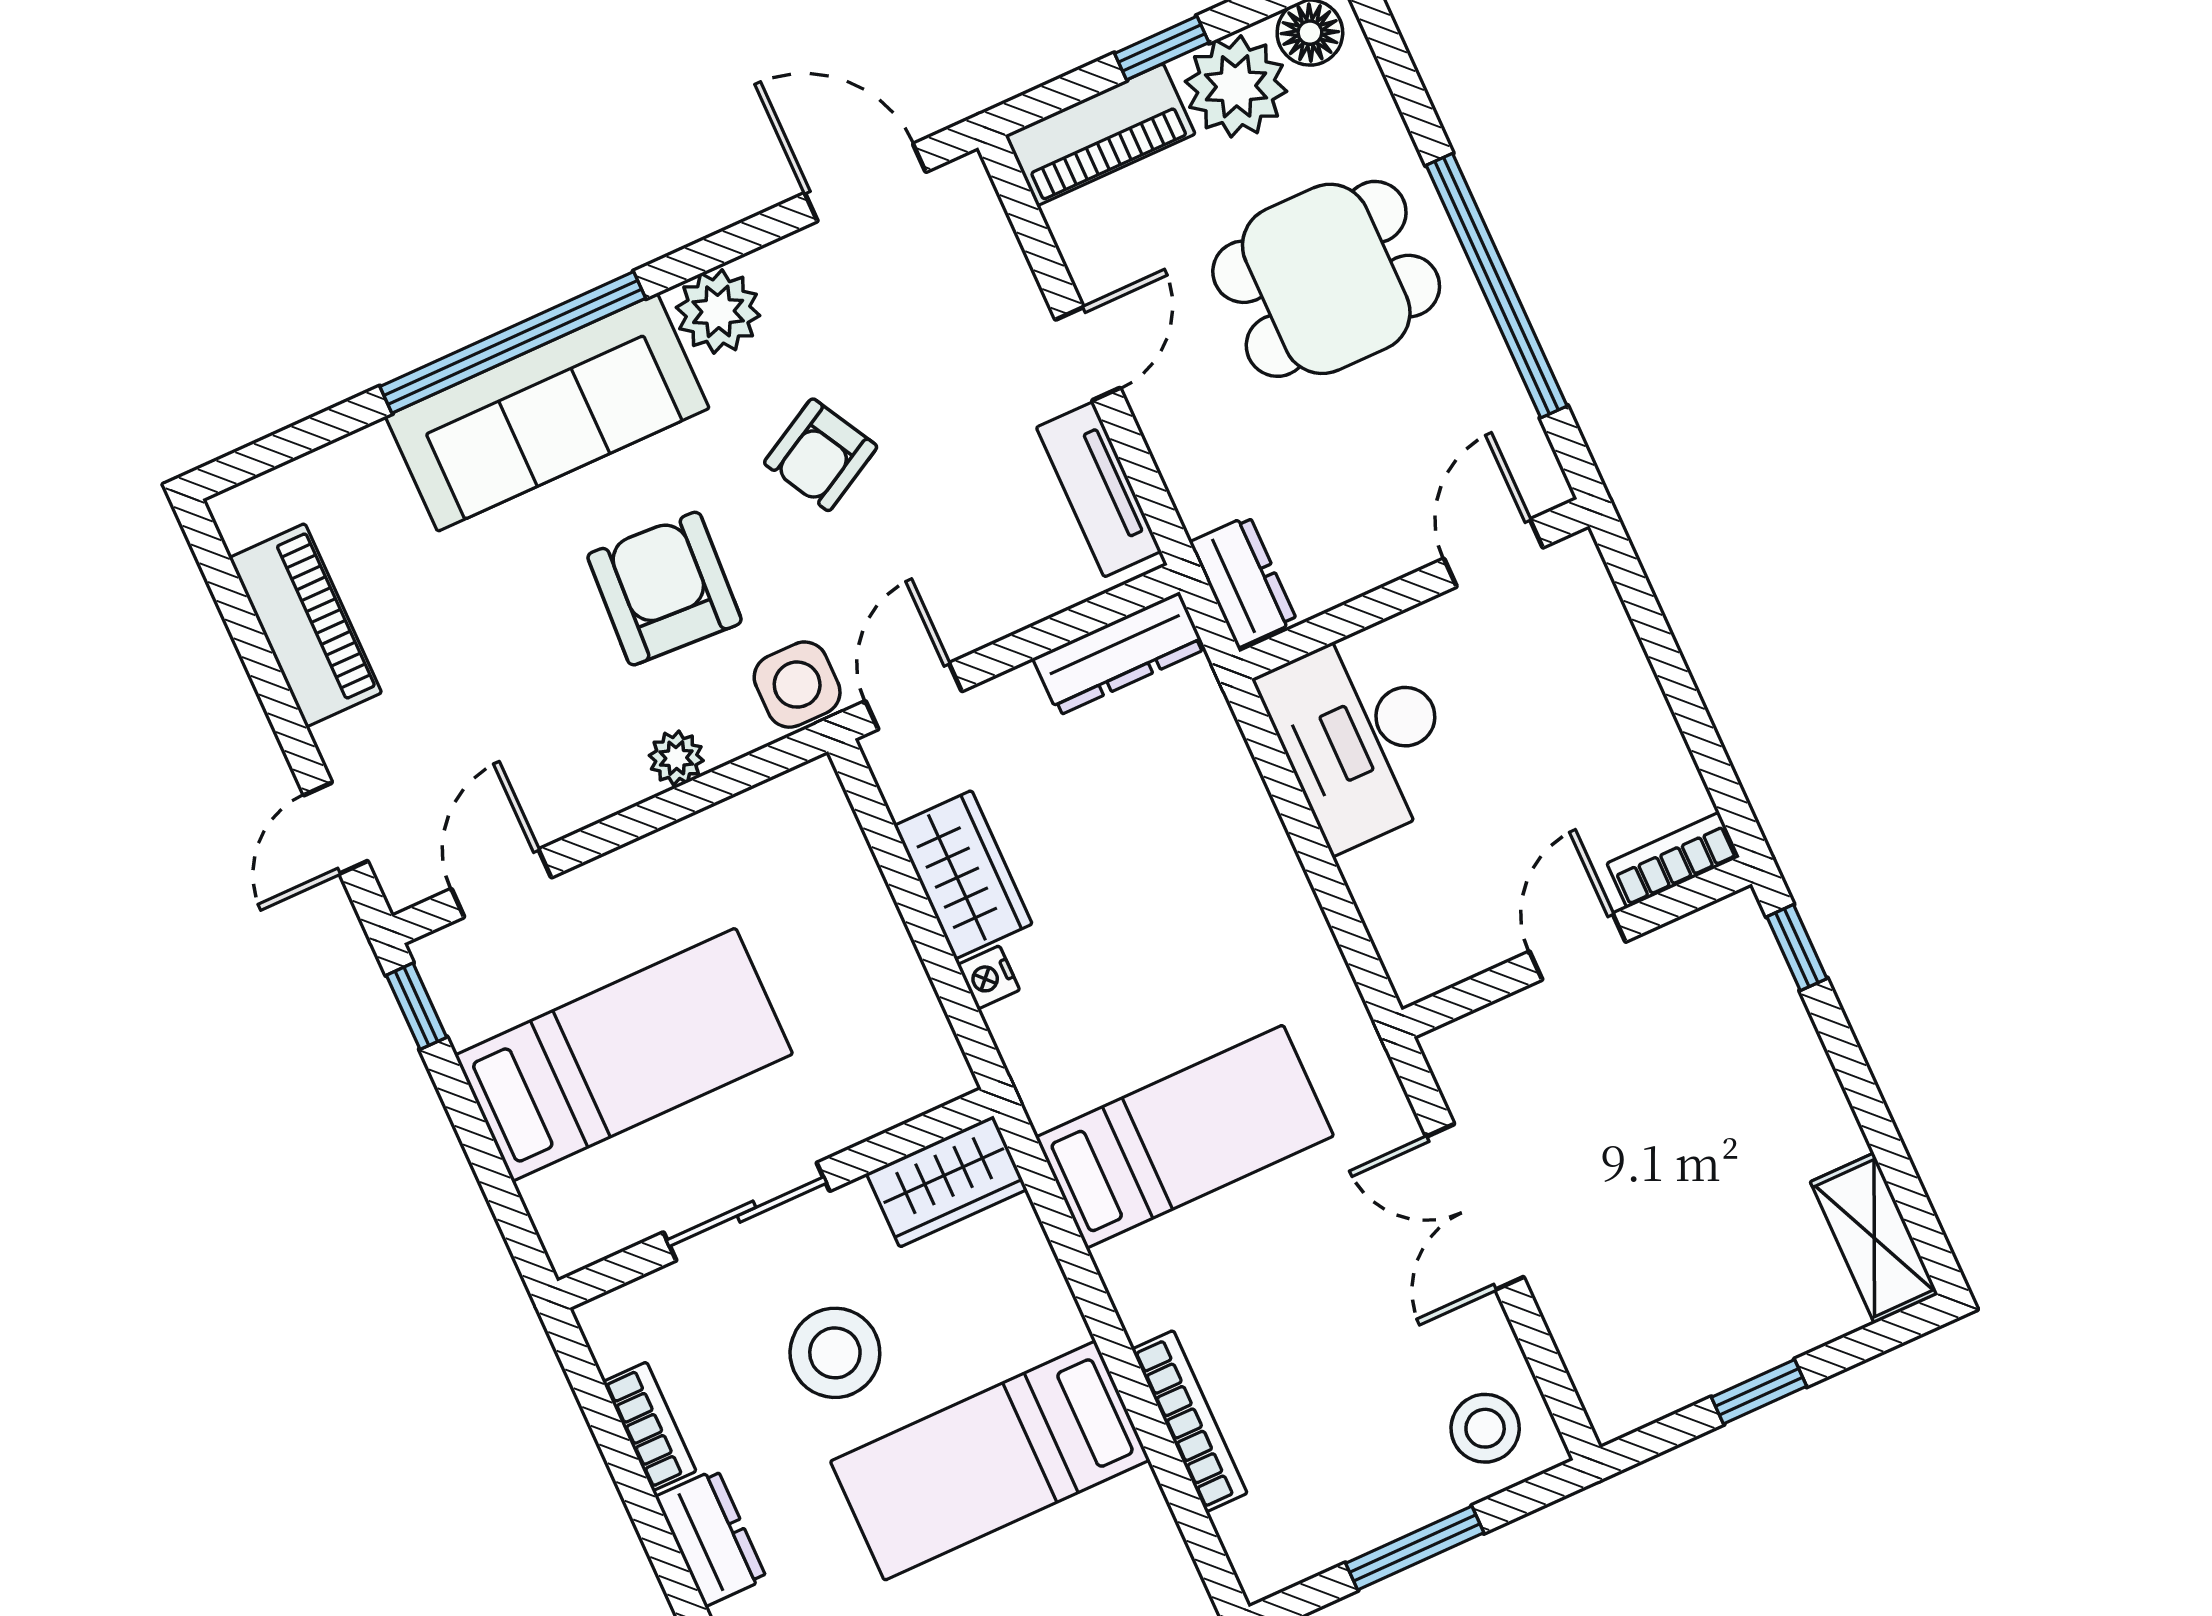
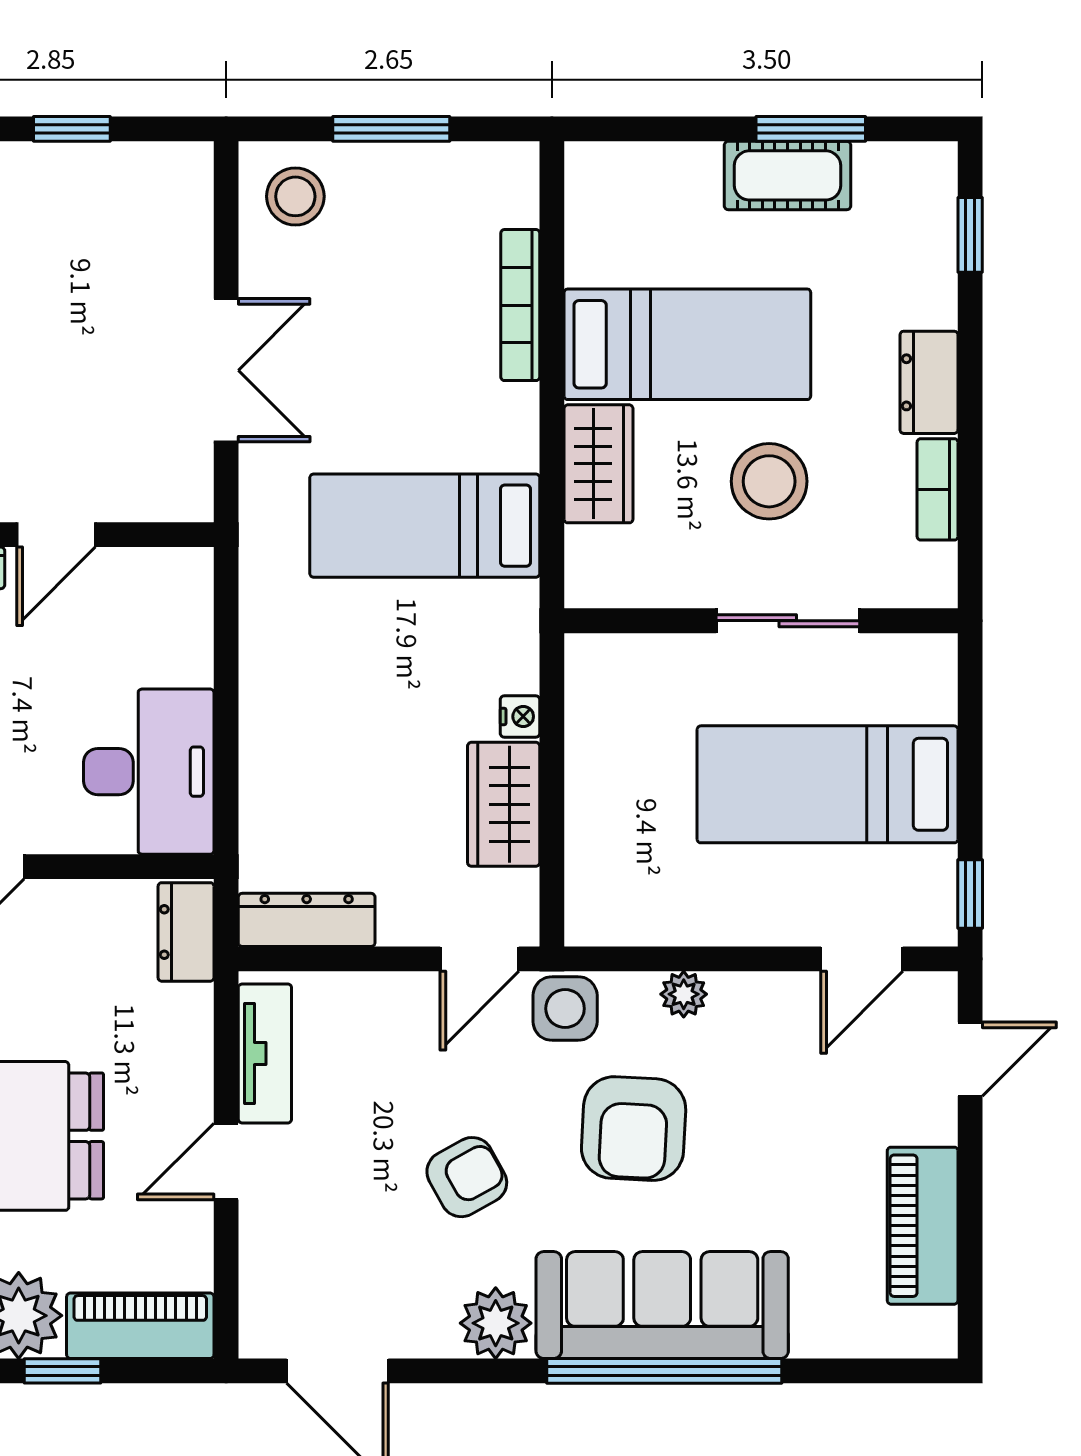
wardrobe: (947, 1181) -> (599, 464), moved, turned 90

